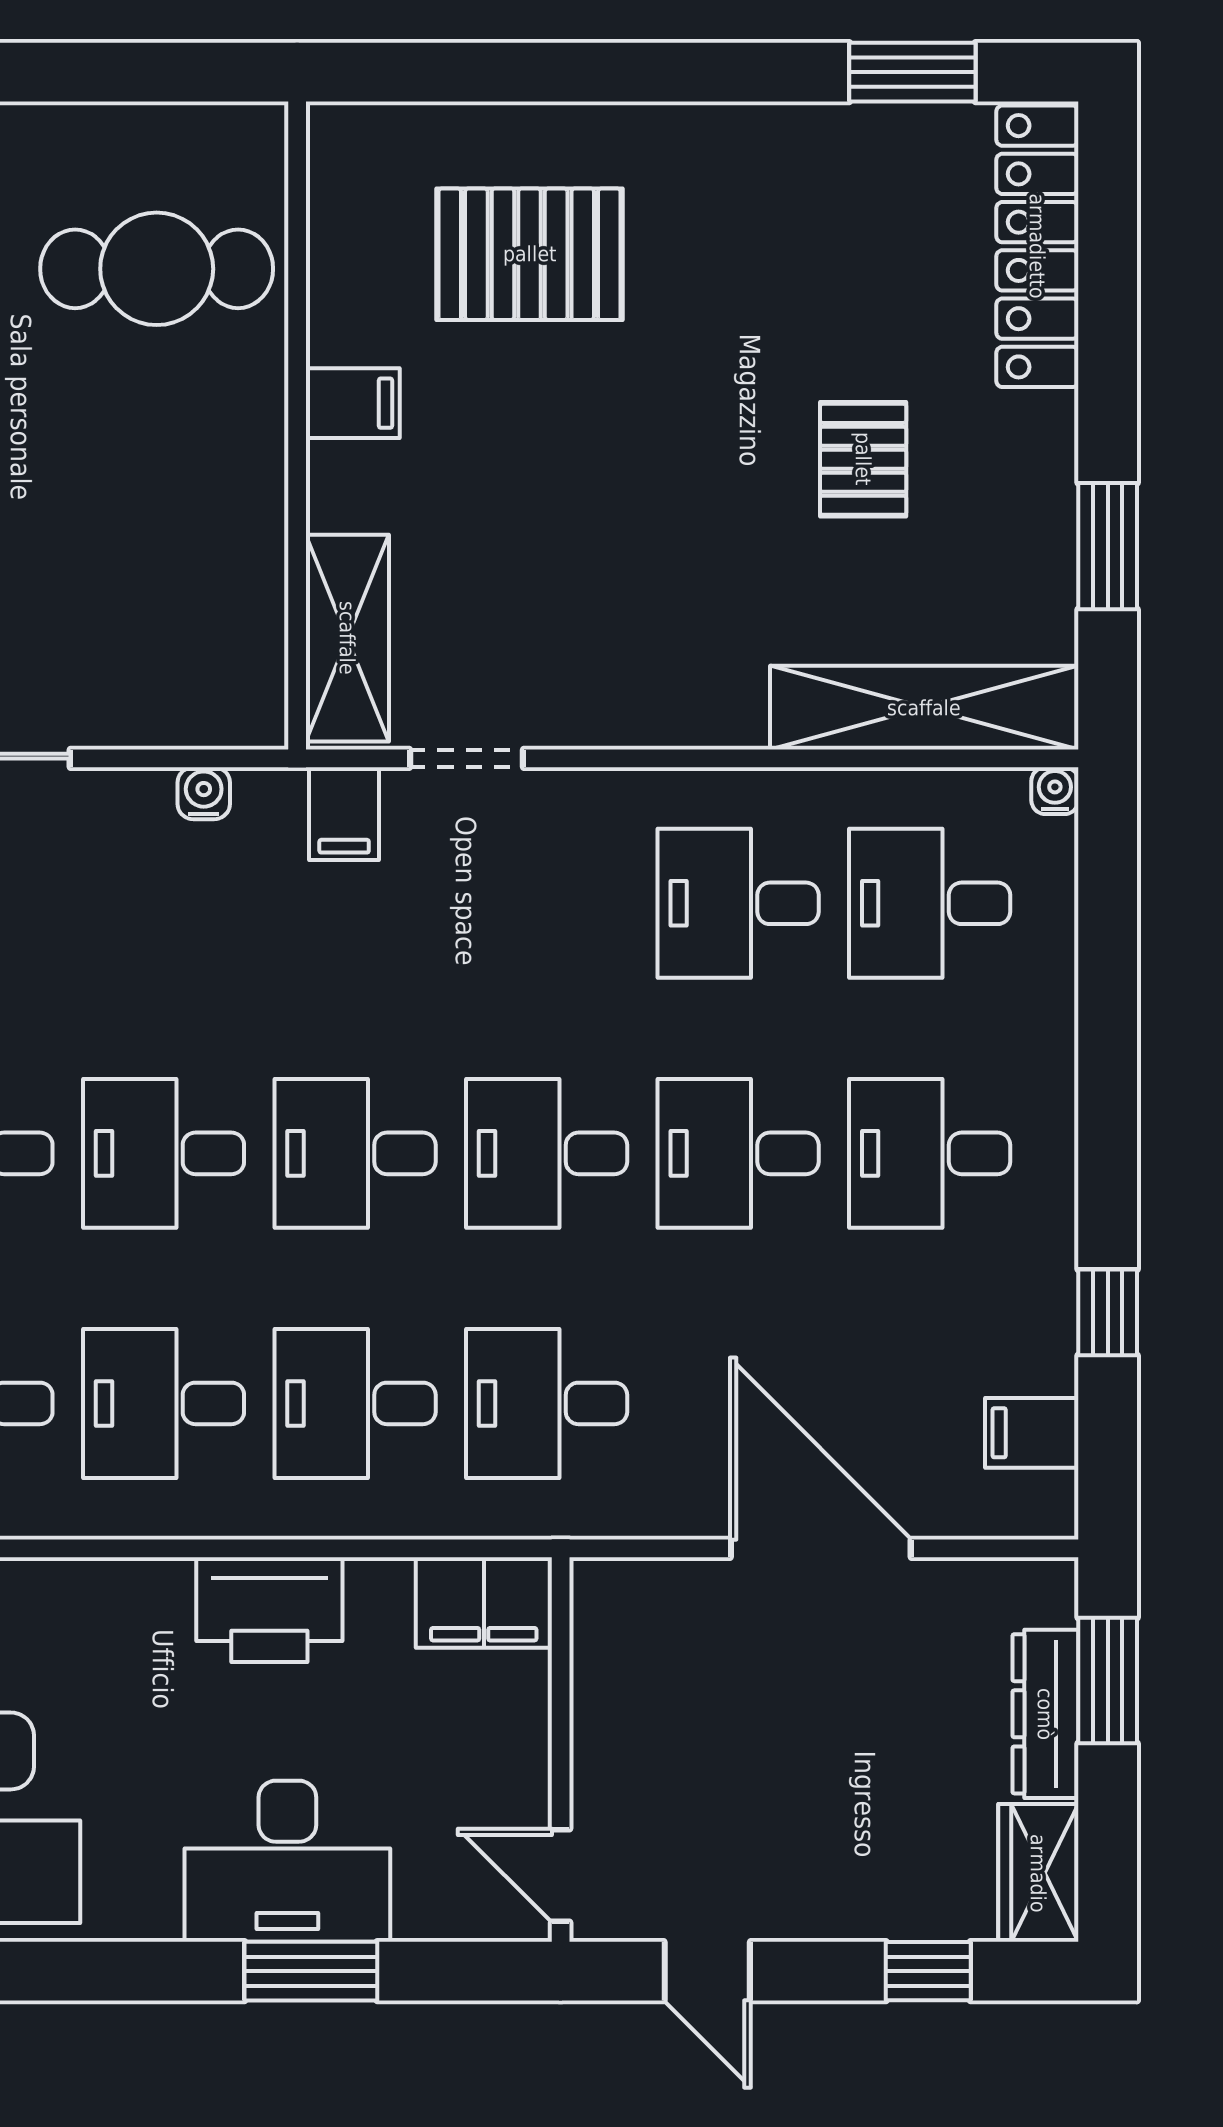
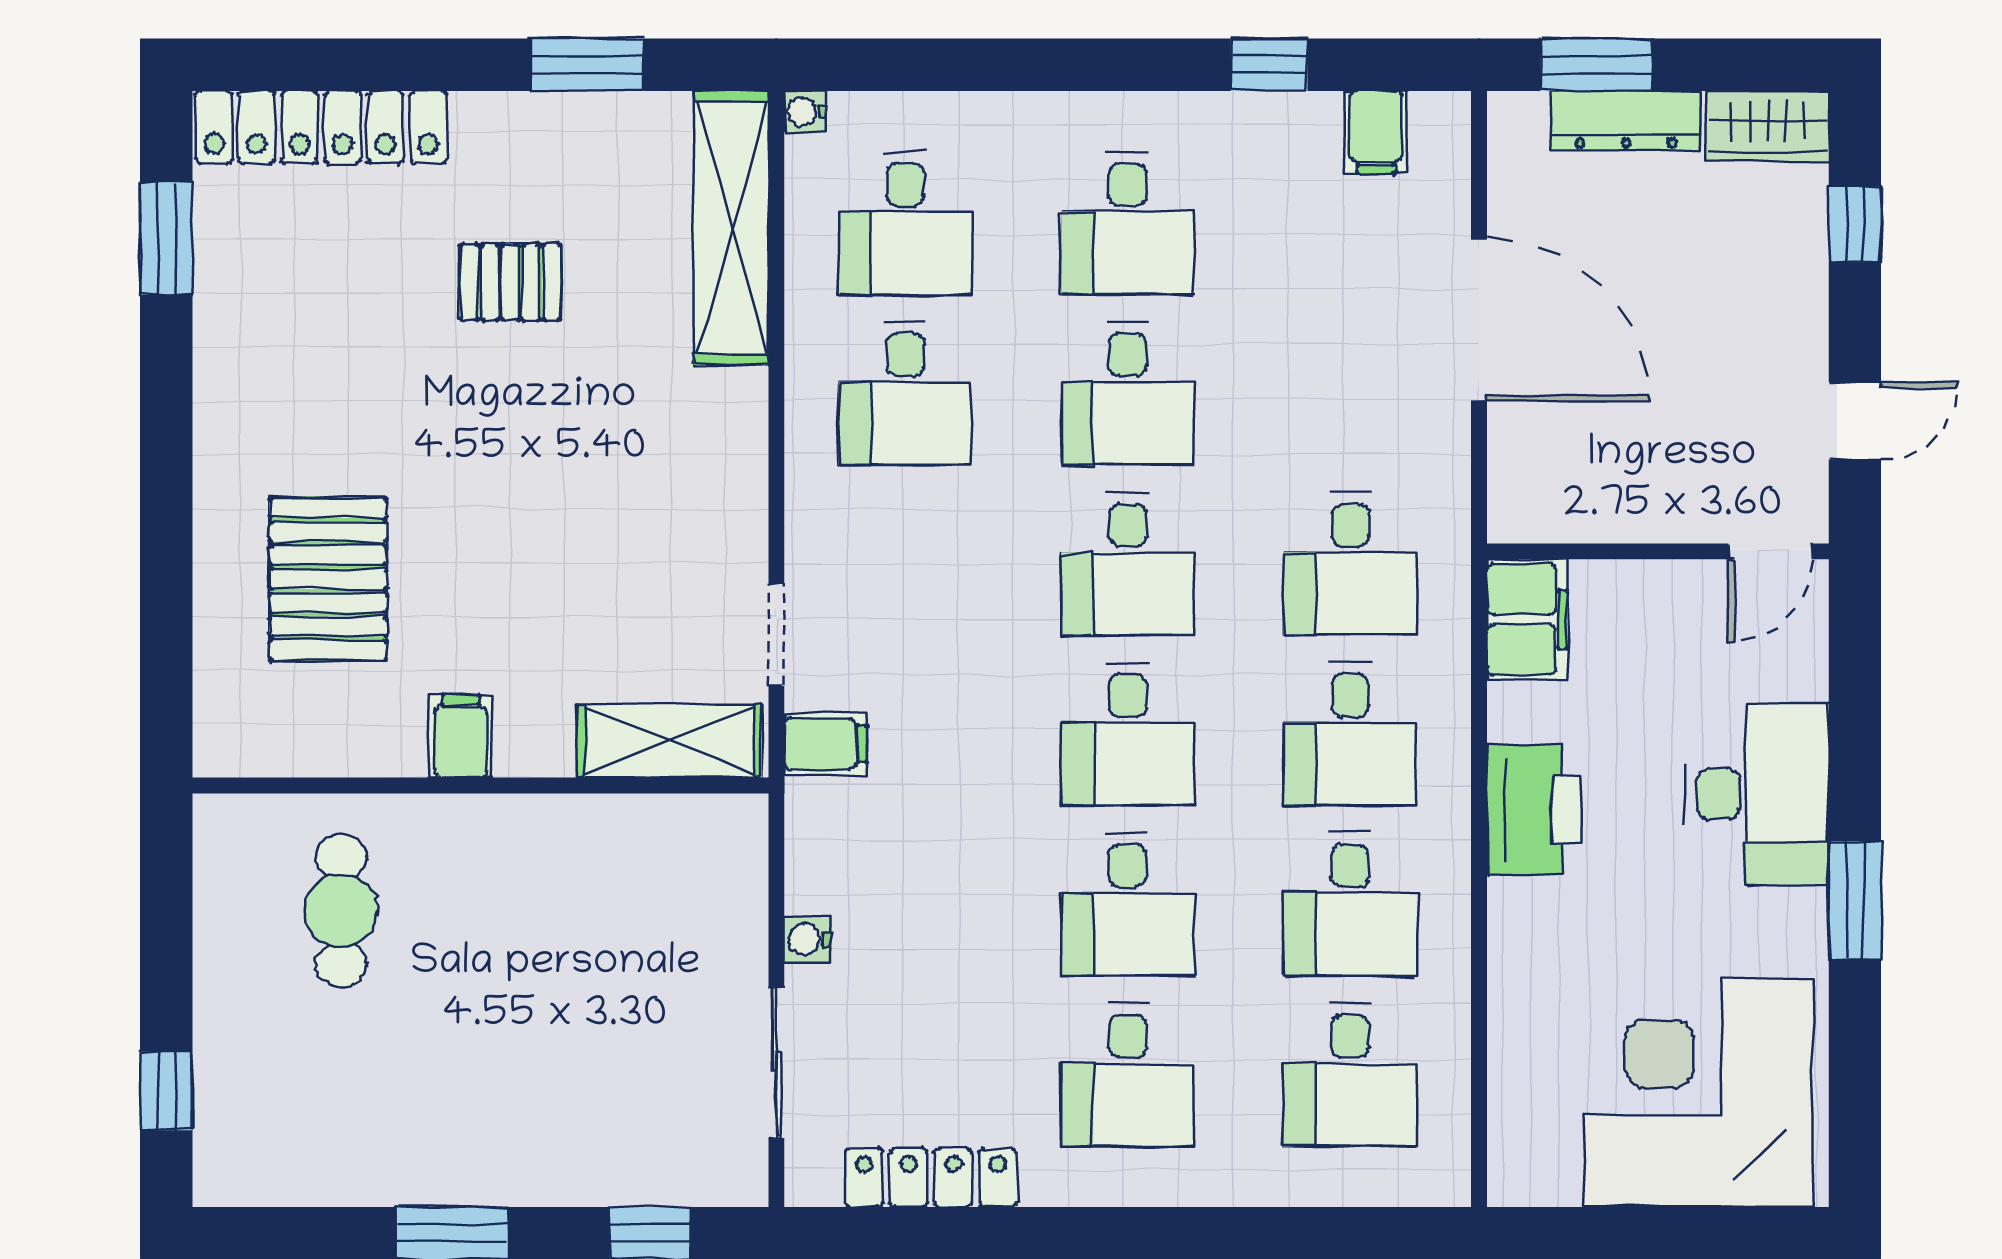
cafe table: (157, 269) -> (341, 910), width x0.73, depth x0.74
water cooler: (204, 793) -> (807, 939), moved
door: (821, 1548) -> (1479, 320), swing flipped
window: (311, 1971) -> (1855, 900), moved

